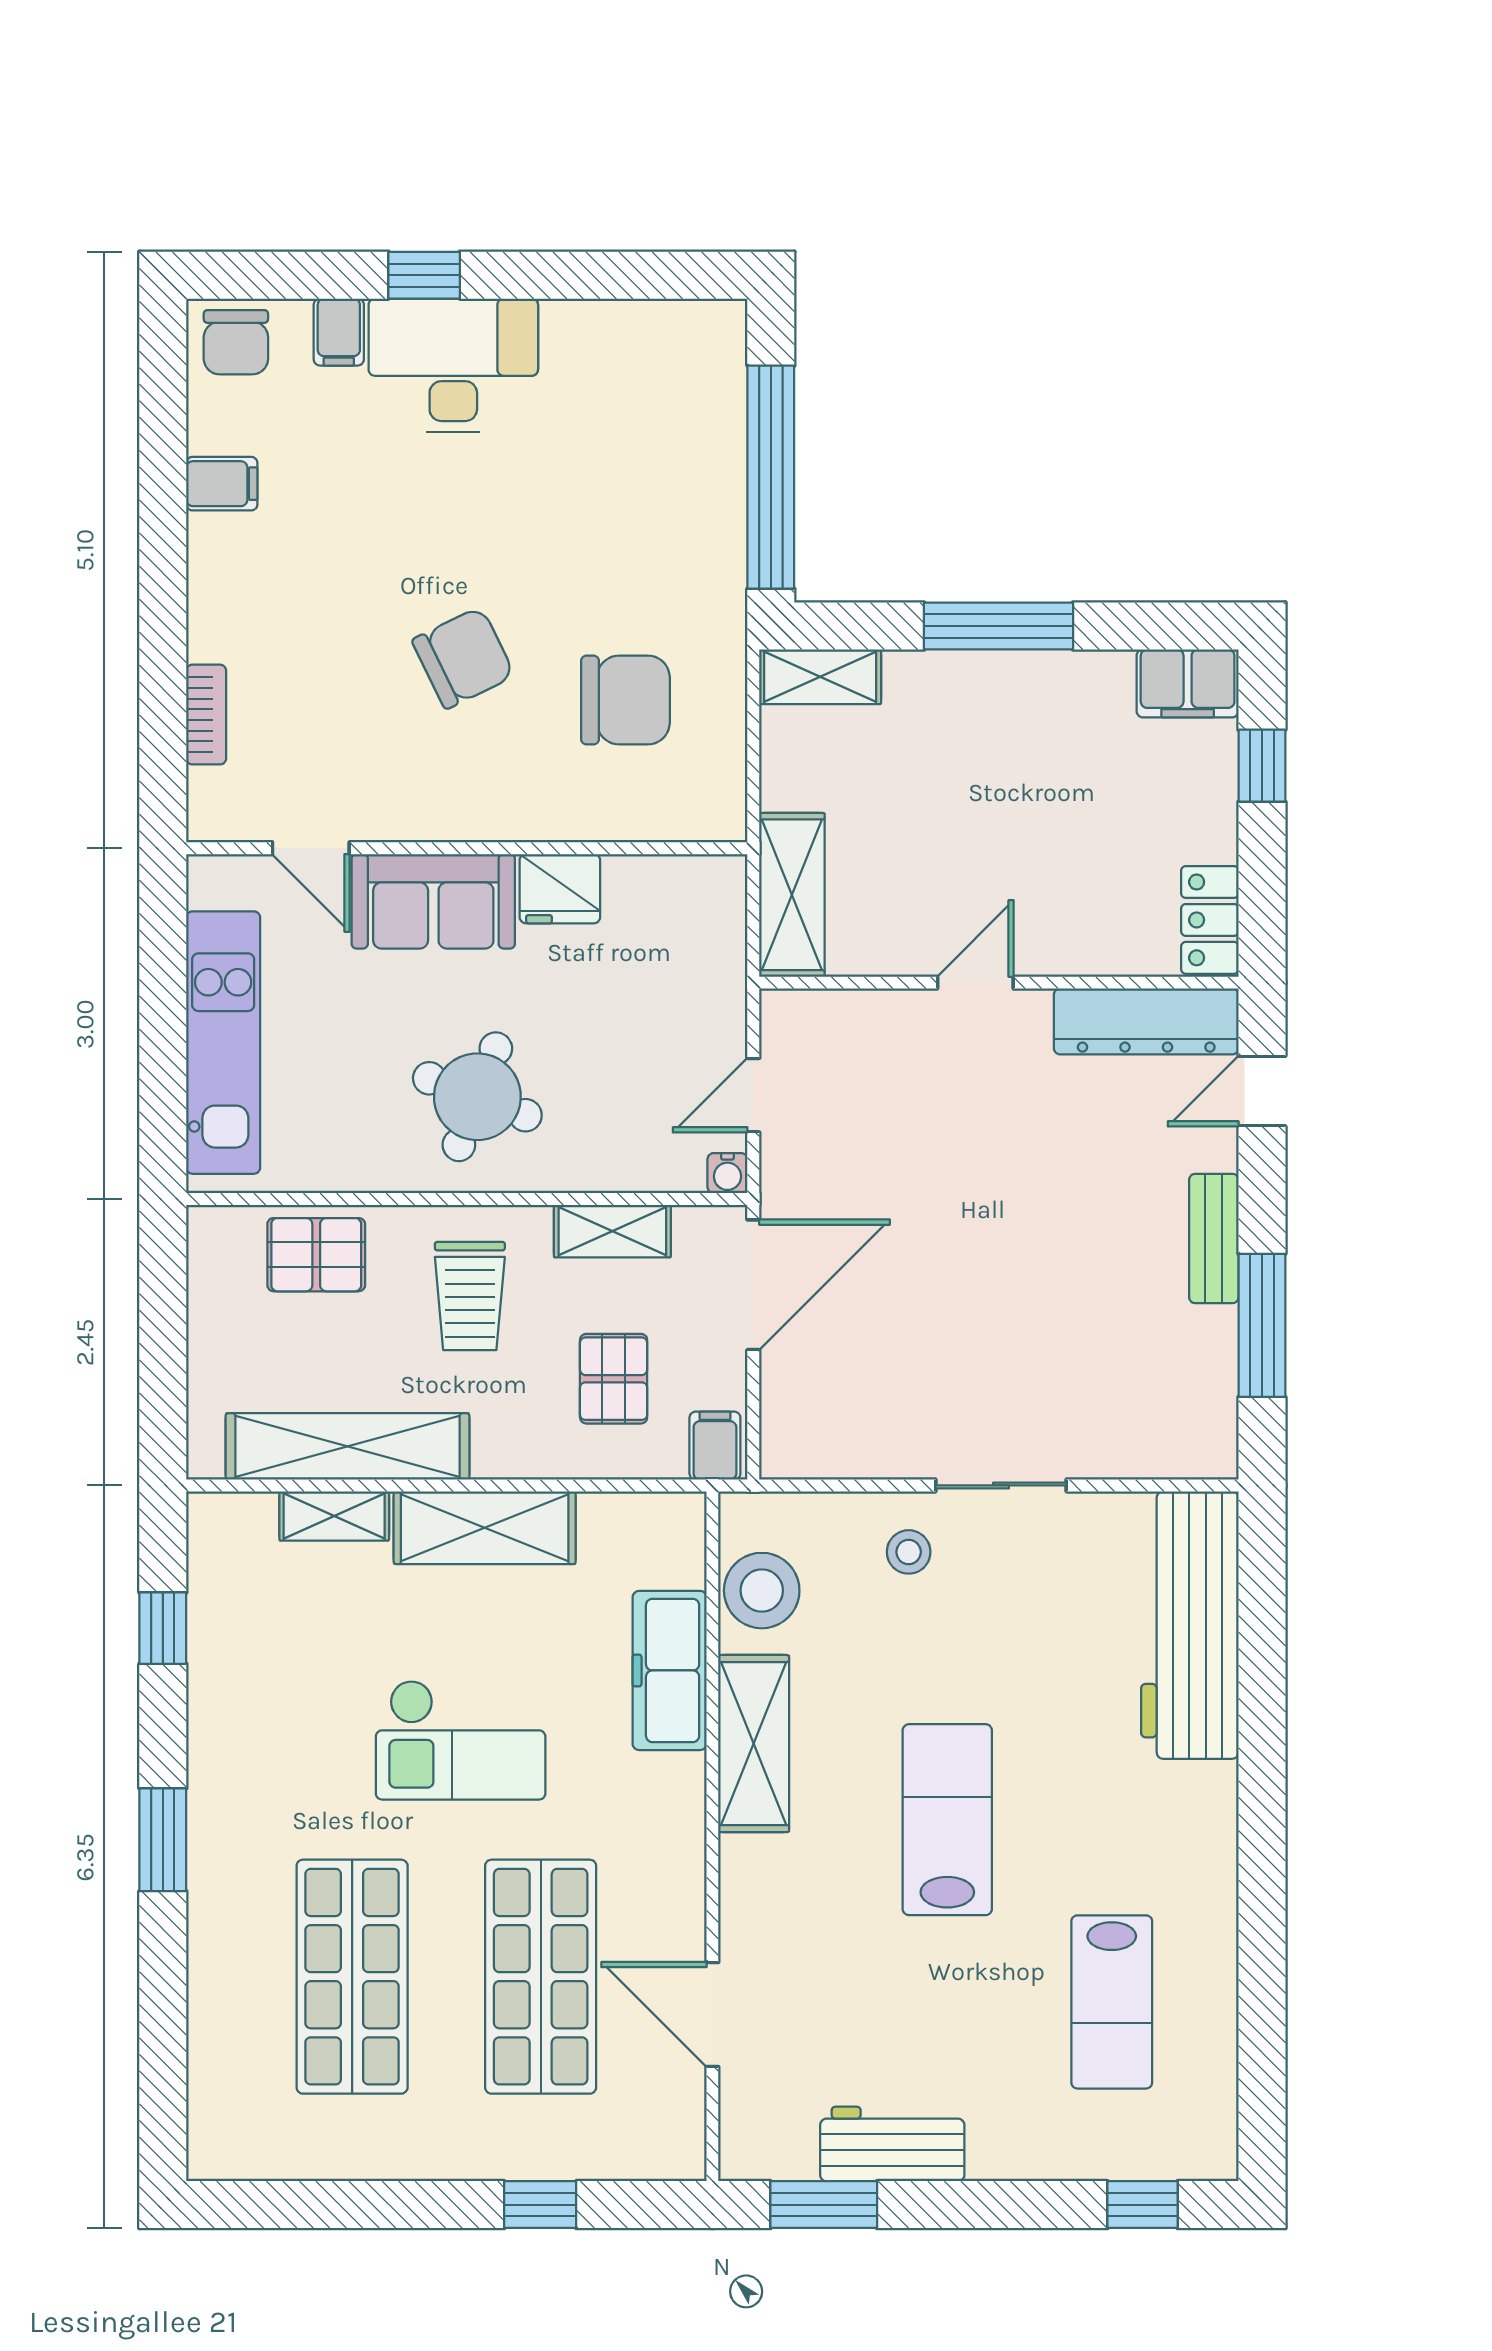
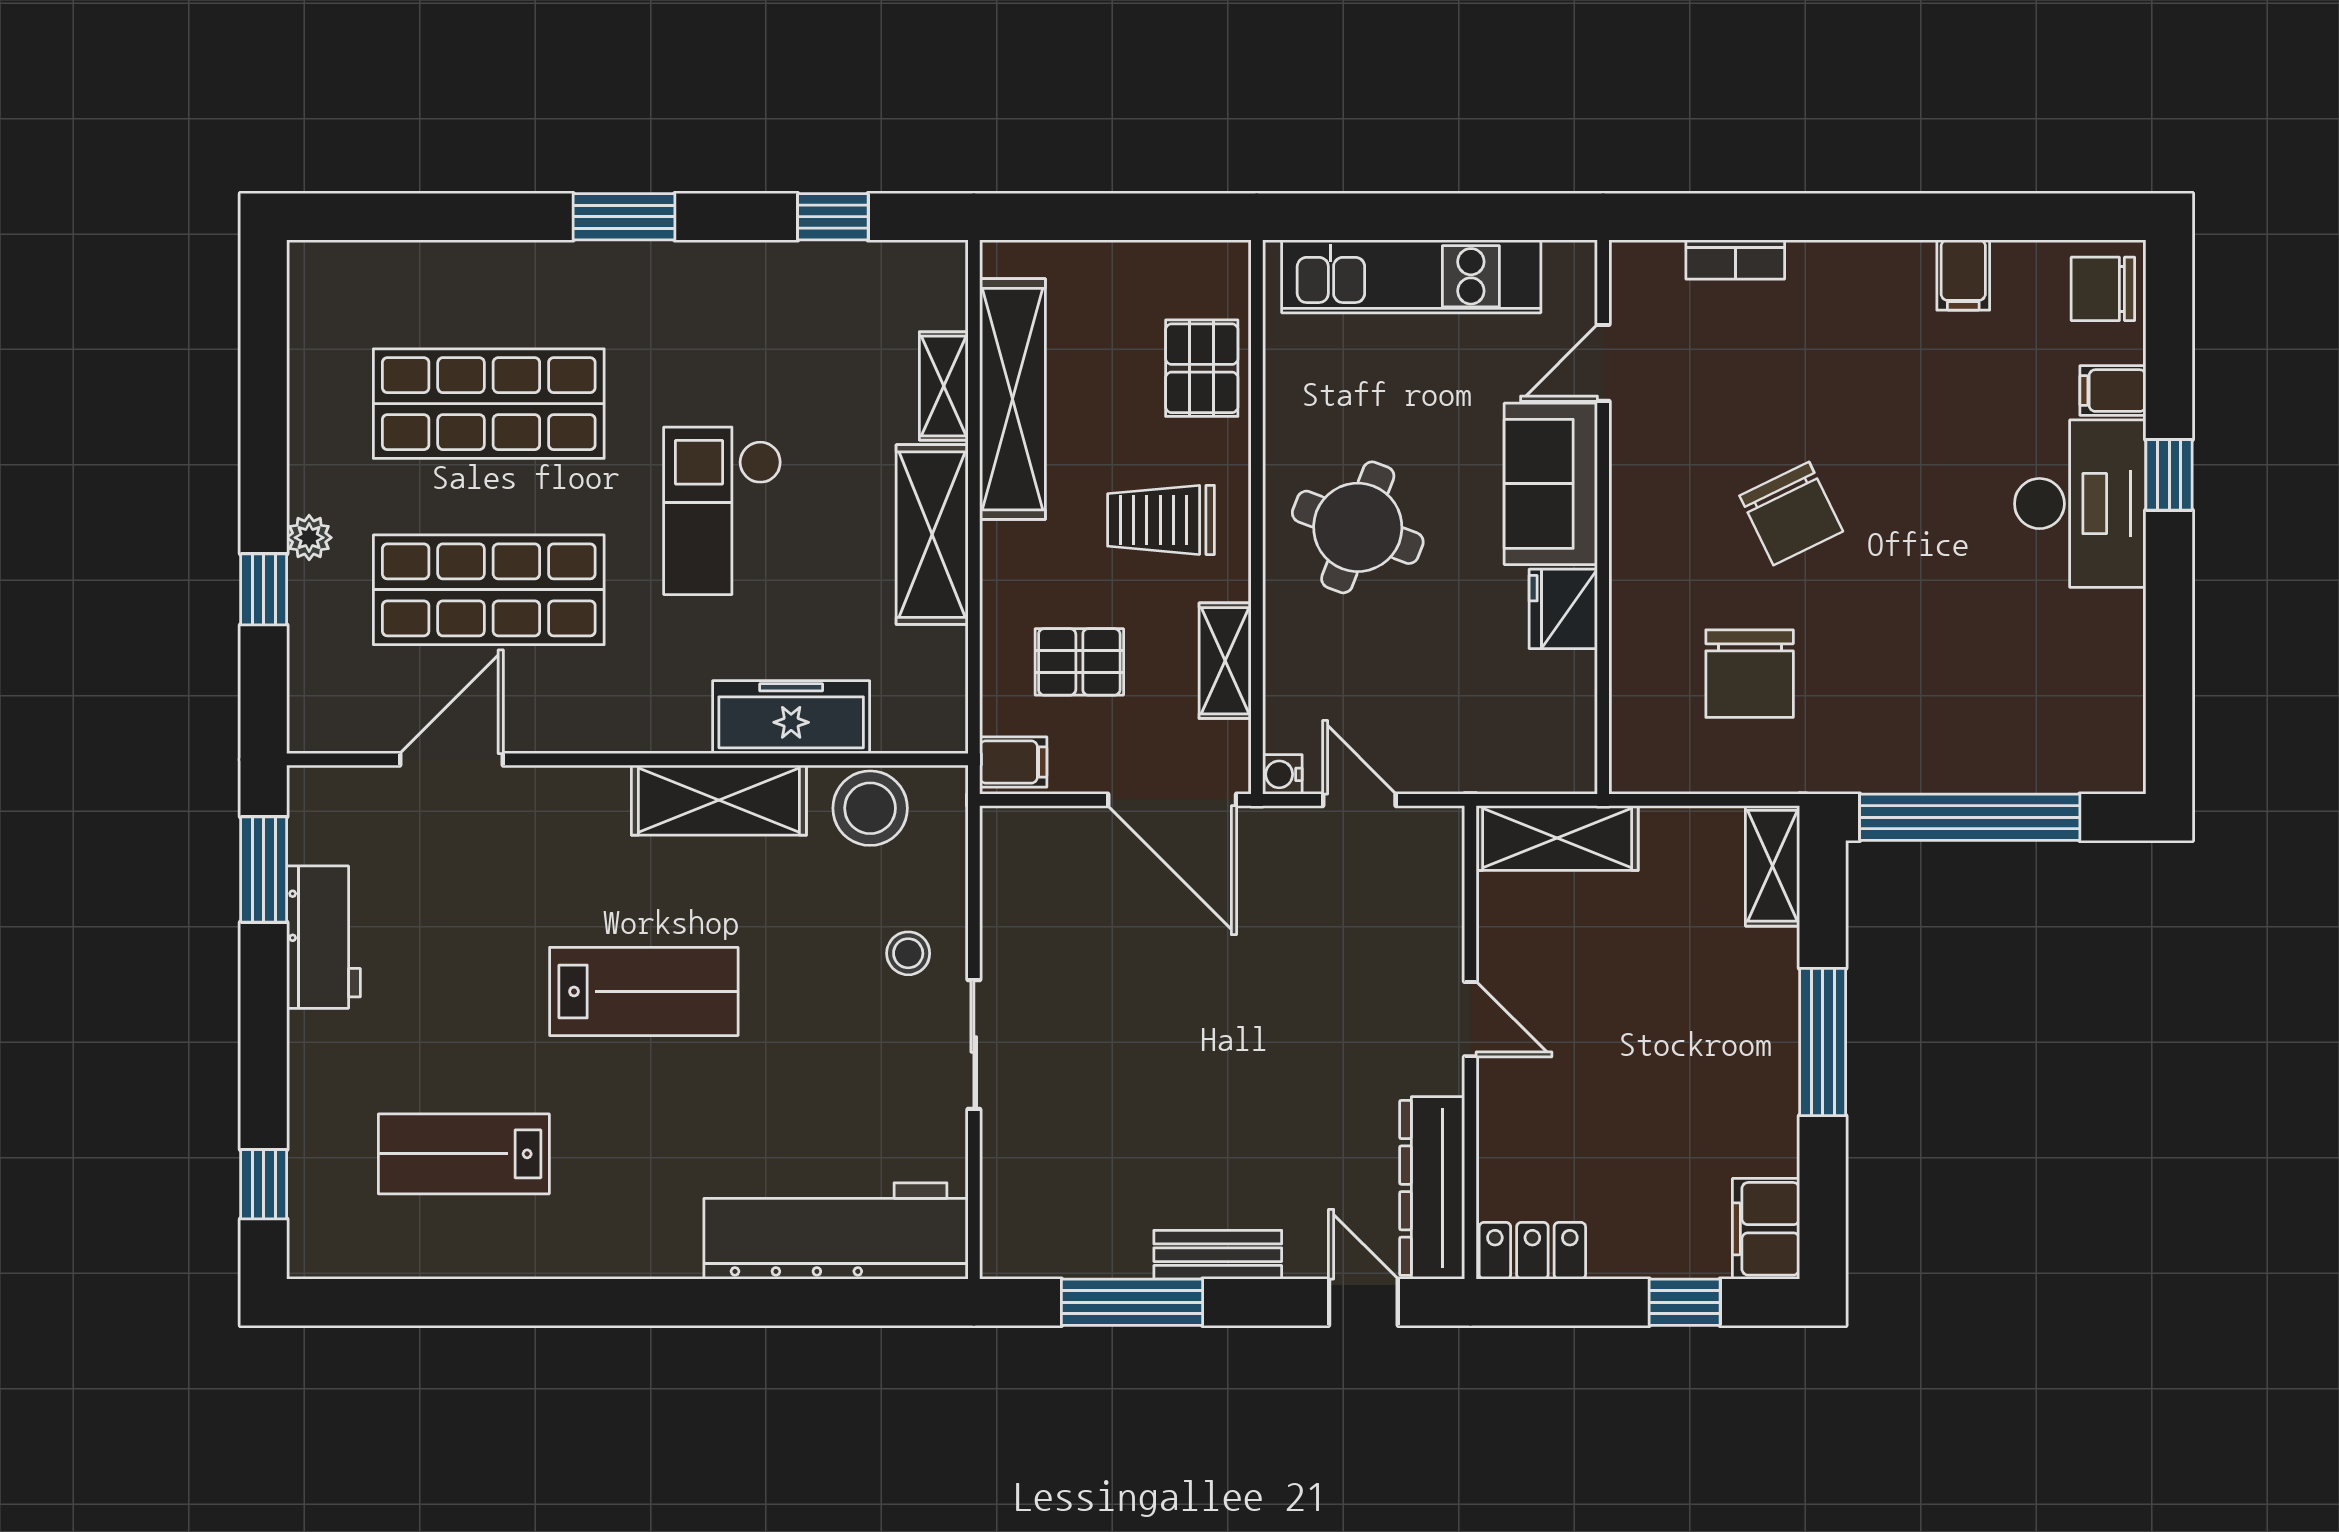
plant: (488, 2159) -> (309, 538), added

